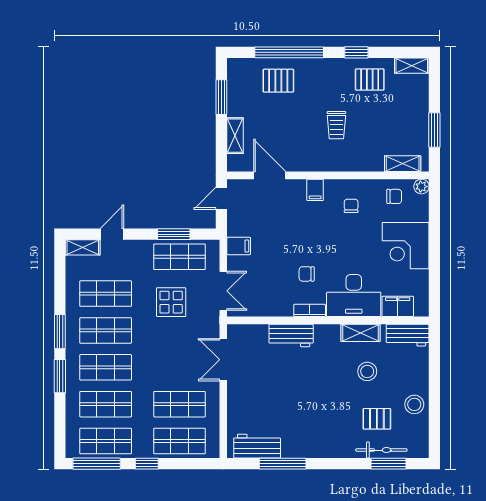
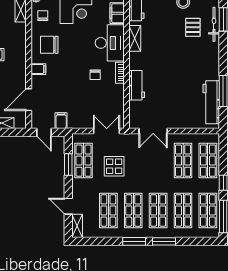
chair: (351, 206) -> (49, 45), width x1.87, depth x1.87
filing cabinet: (239, 246) -> (61, 121), moved
stool: (367, 371) -> (161, 34), removed
workbench: (257, 446) -> (211, 102), width x1.38

